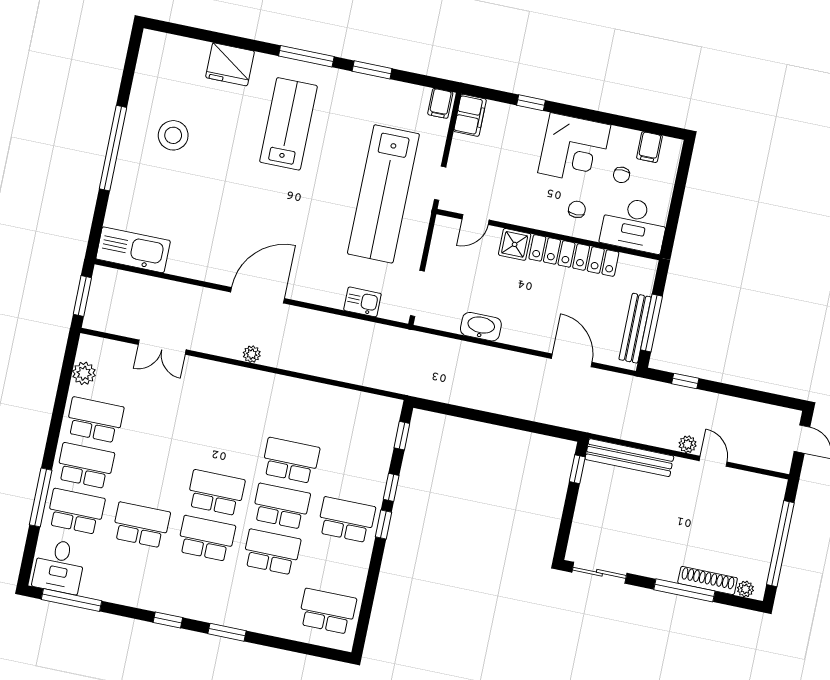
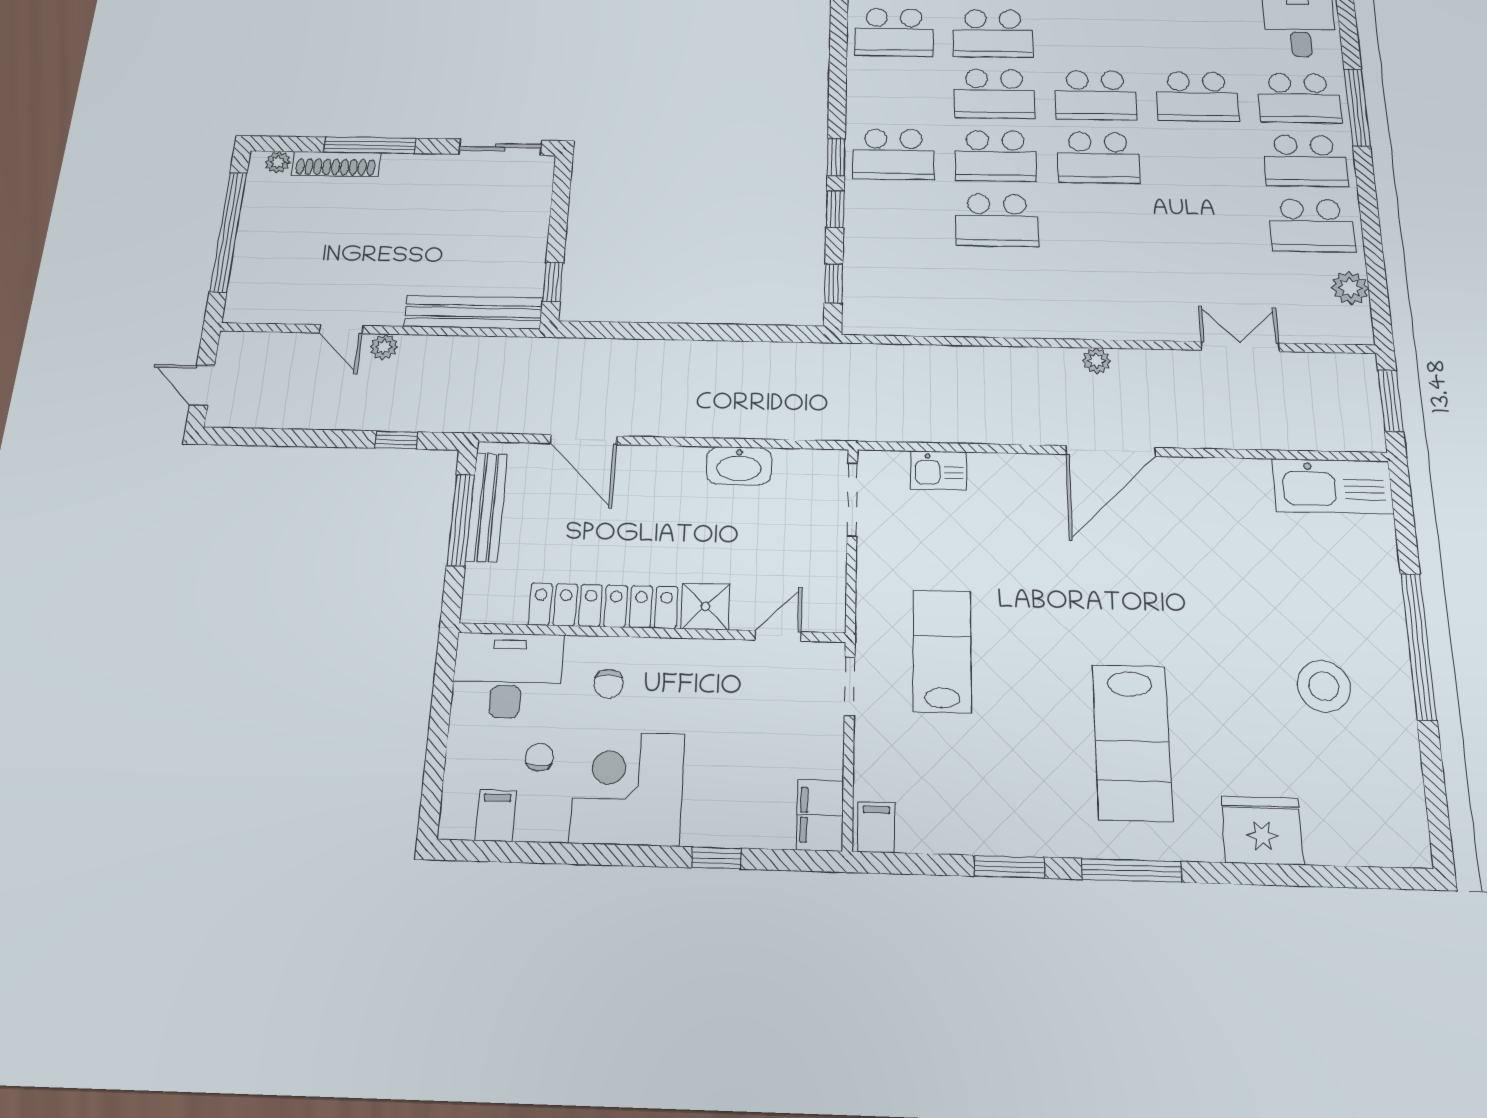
lab bench: (383, 194) -> (942, 651), width x0.54, depth x0.72
school desk: (262, 598) -> (993, 34), added

